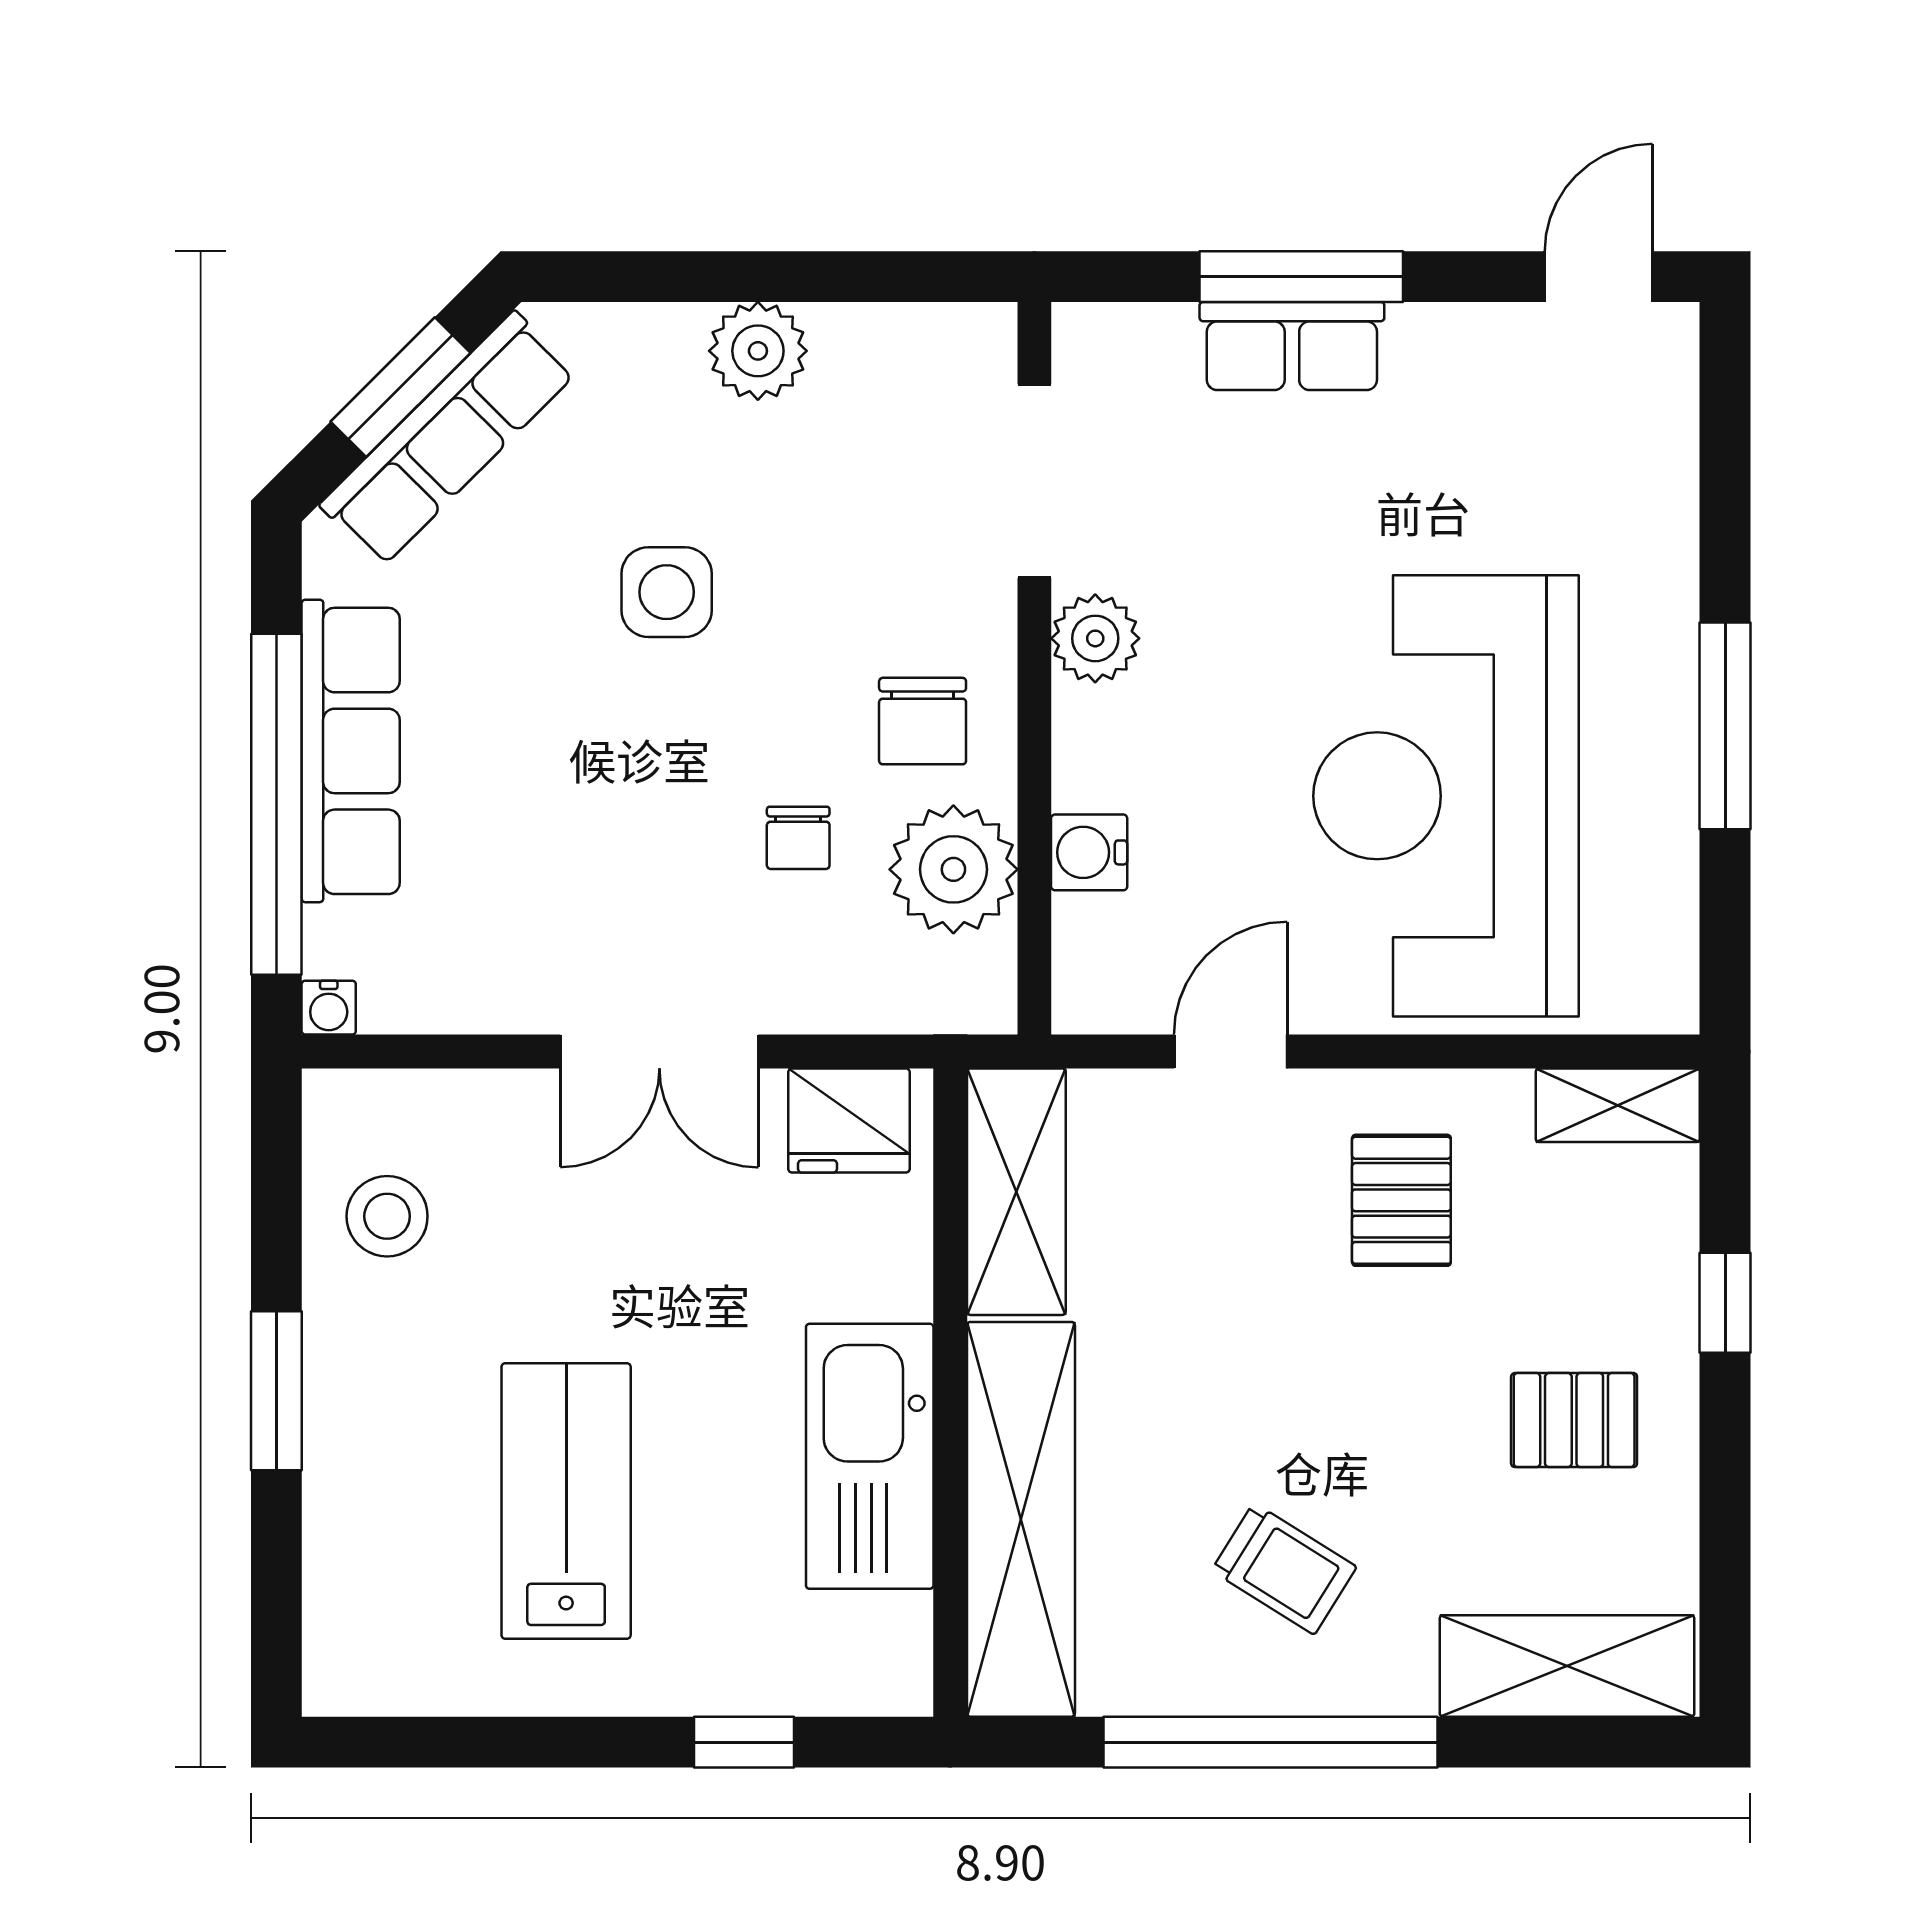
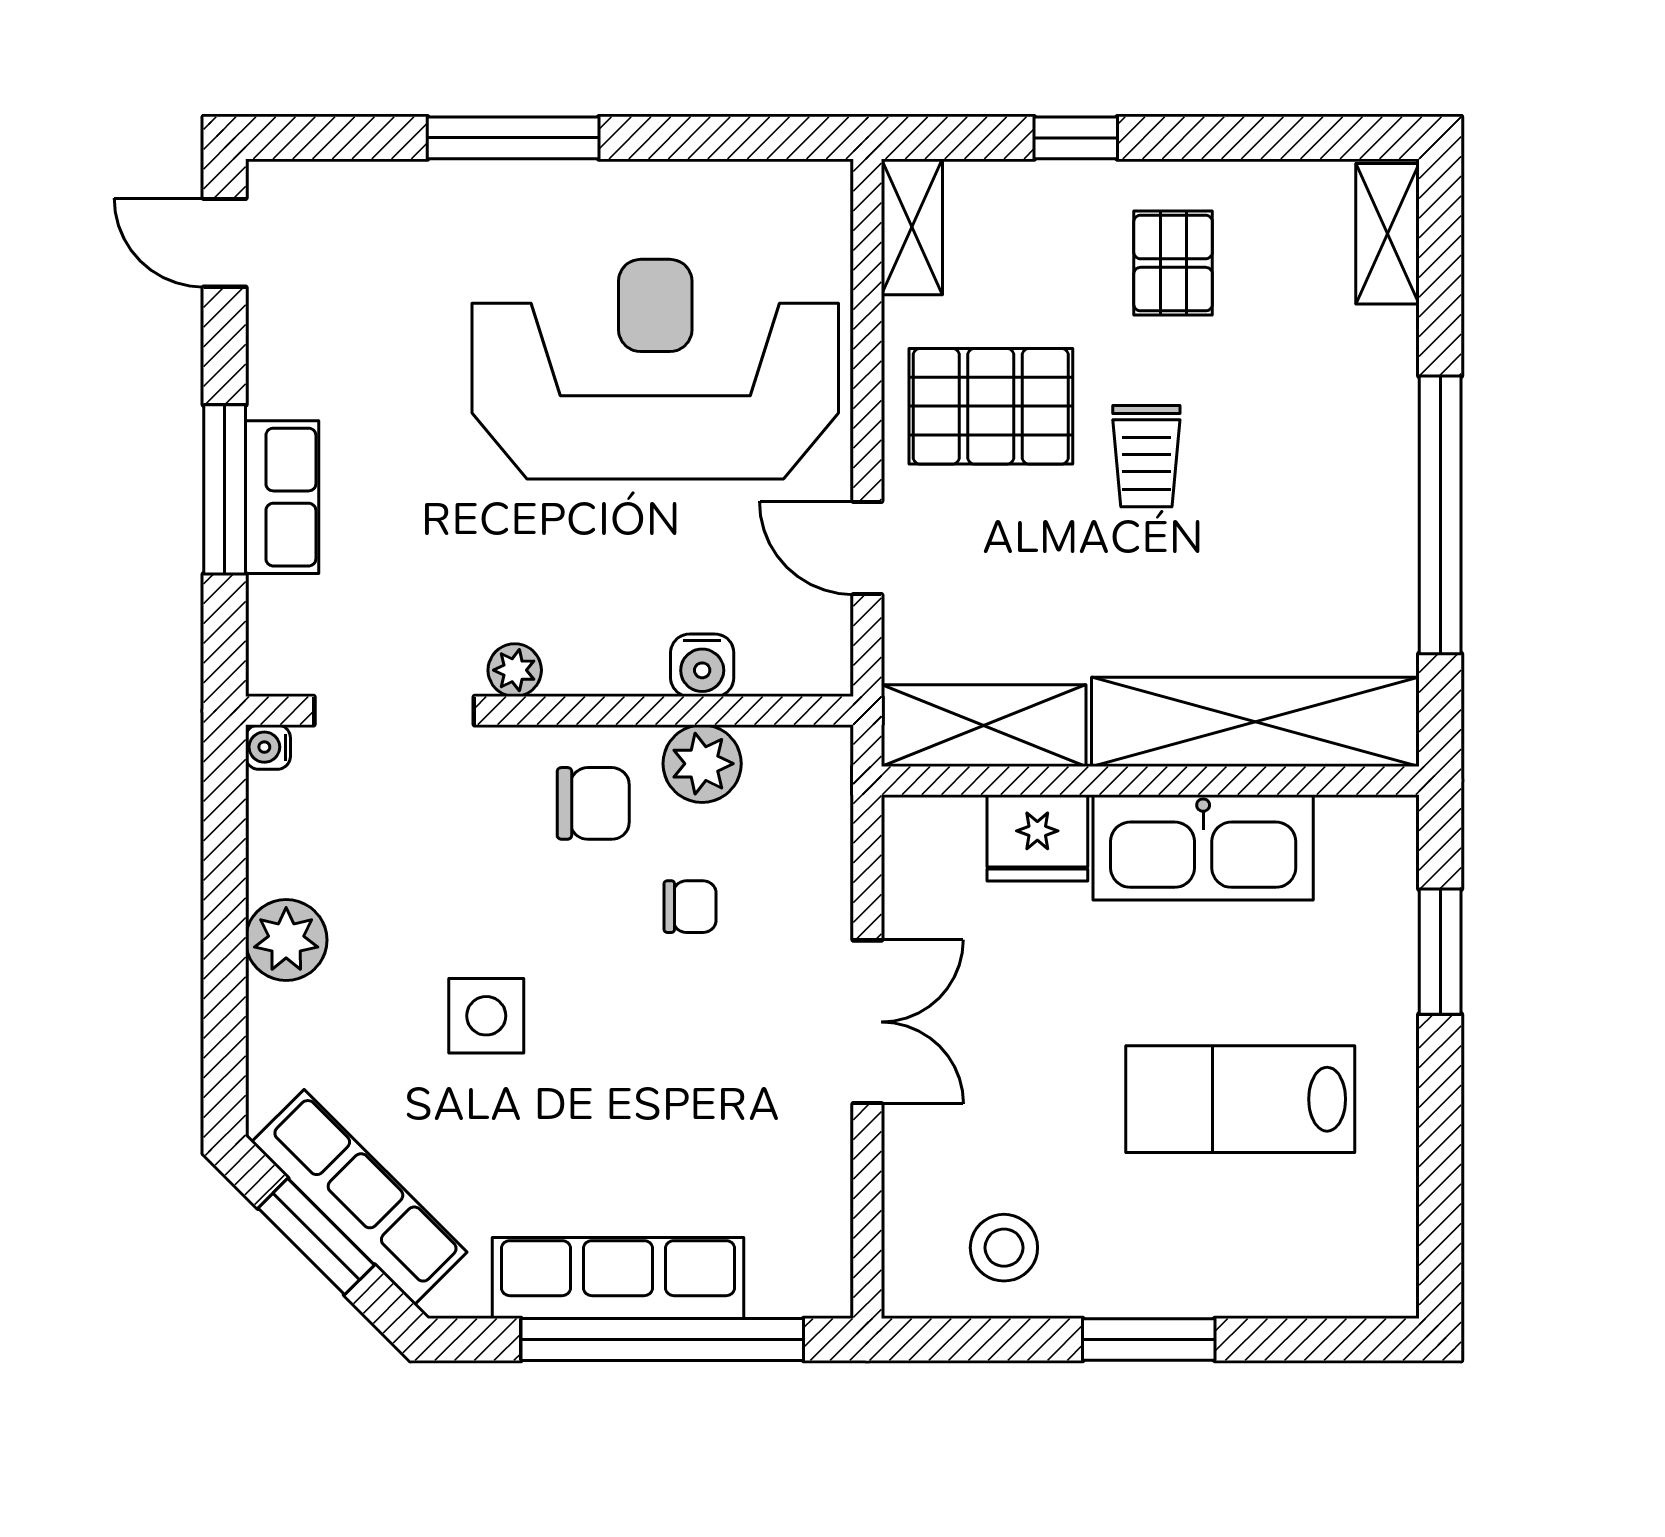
plant: (1095, 638) -> (515, 670), width x0.73, depth x0.73
window: (1725, 726) -> (513, 138), moved
reception desk: (1446, 796) -> (655, 369), turned 180
plant: (953, 869) -> (702, 764), width x0.73, depth x0.73
water cooler: (329, 1008) -> (268, 747), moved, turned 180
fridge: (849, 1120) -> (1037, 838), moved, turned 90
pallet: (1401, 1200) -> (991, 406), width x1.50, depth x1.42
trolley: (1284, 1569) -> (1146, 456), moved, turned 148
shelving: (1567, 1666) -> (1388, 234), width x0.67, depth x0.75
window: (744, 1742) -> (1440, 952), width x1.50

